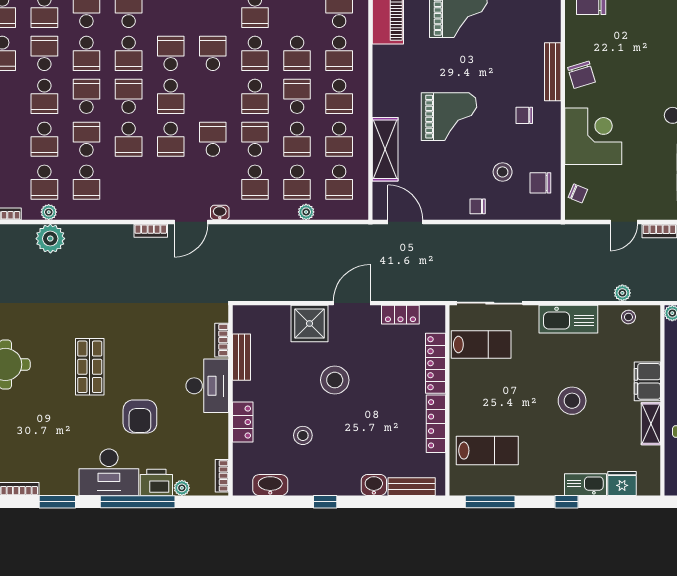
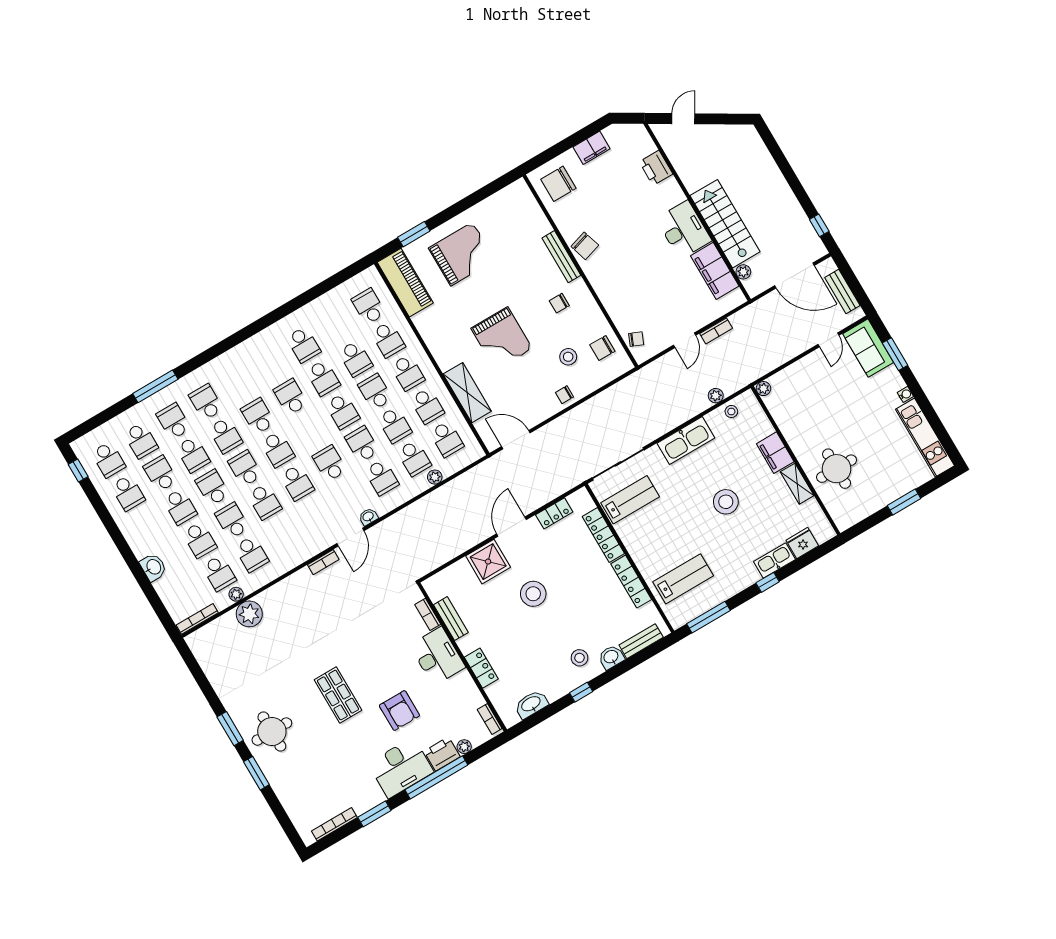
grand piano: (449, 117) -> (502, 338), turned 90
corner desk: (593, 136) -> (622, 288), removed
stool: (303, 435) -> (580, 658), moved

